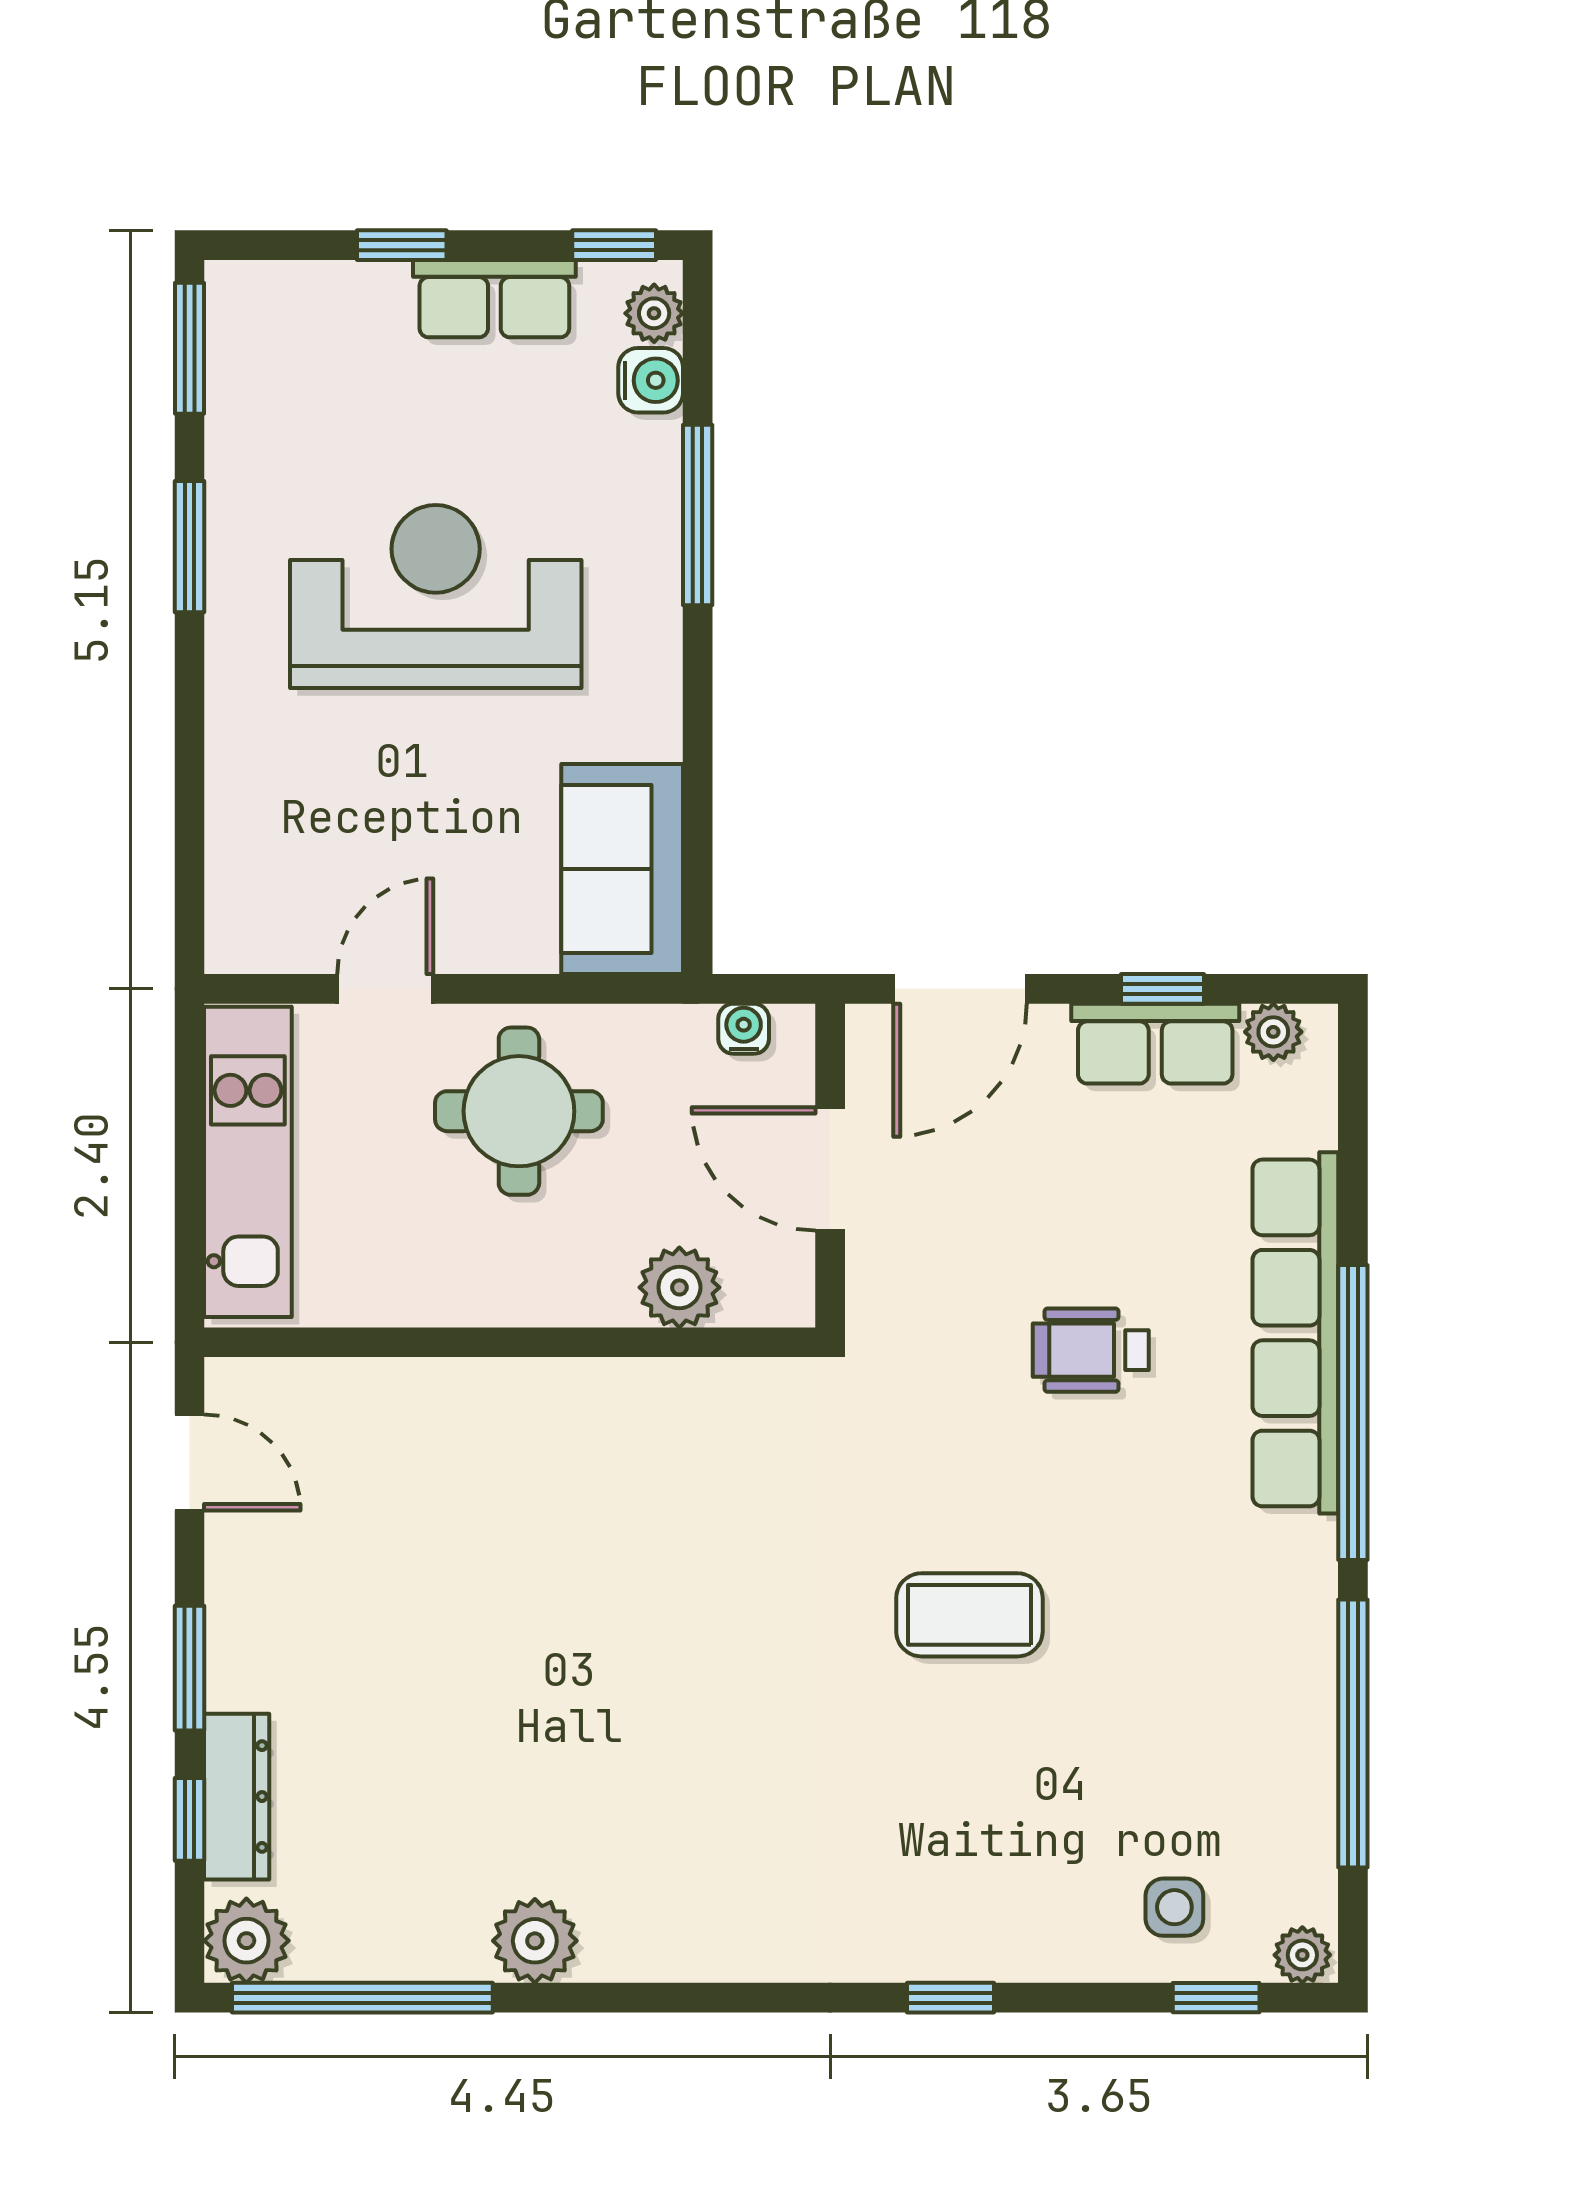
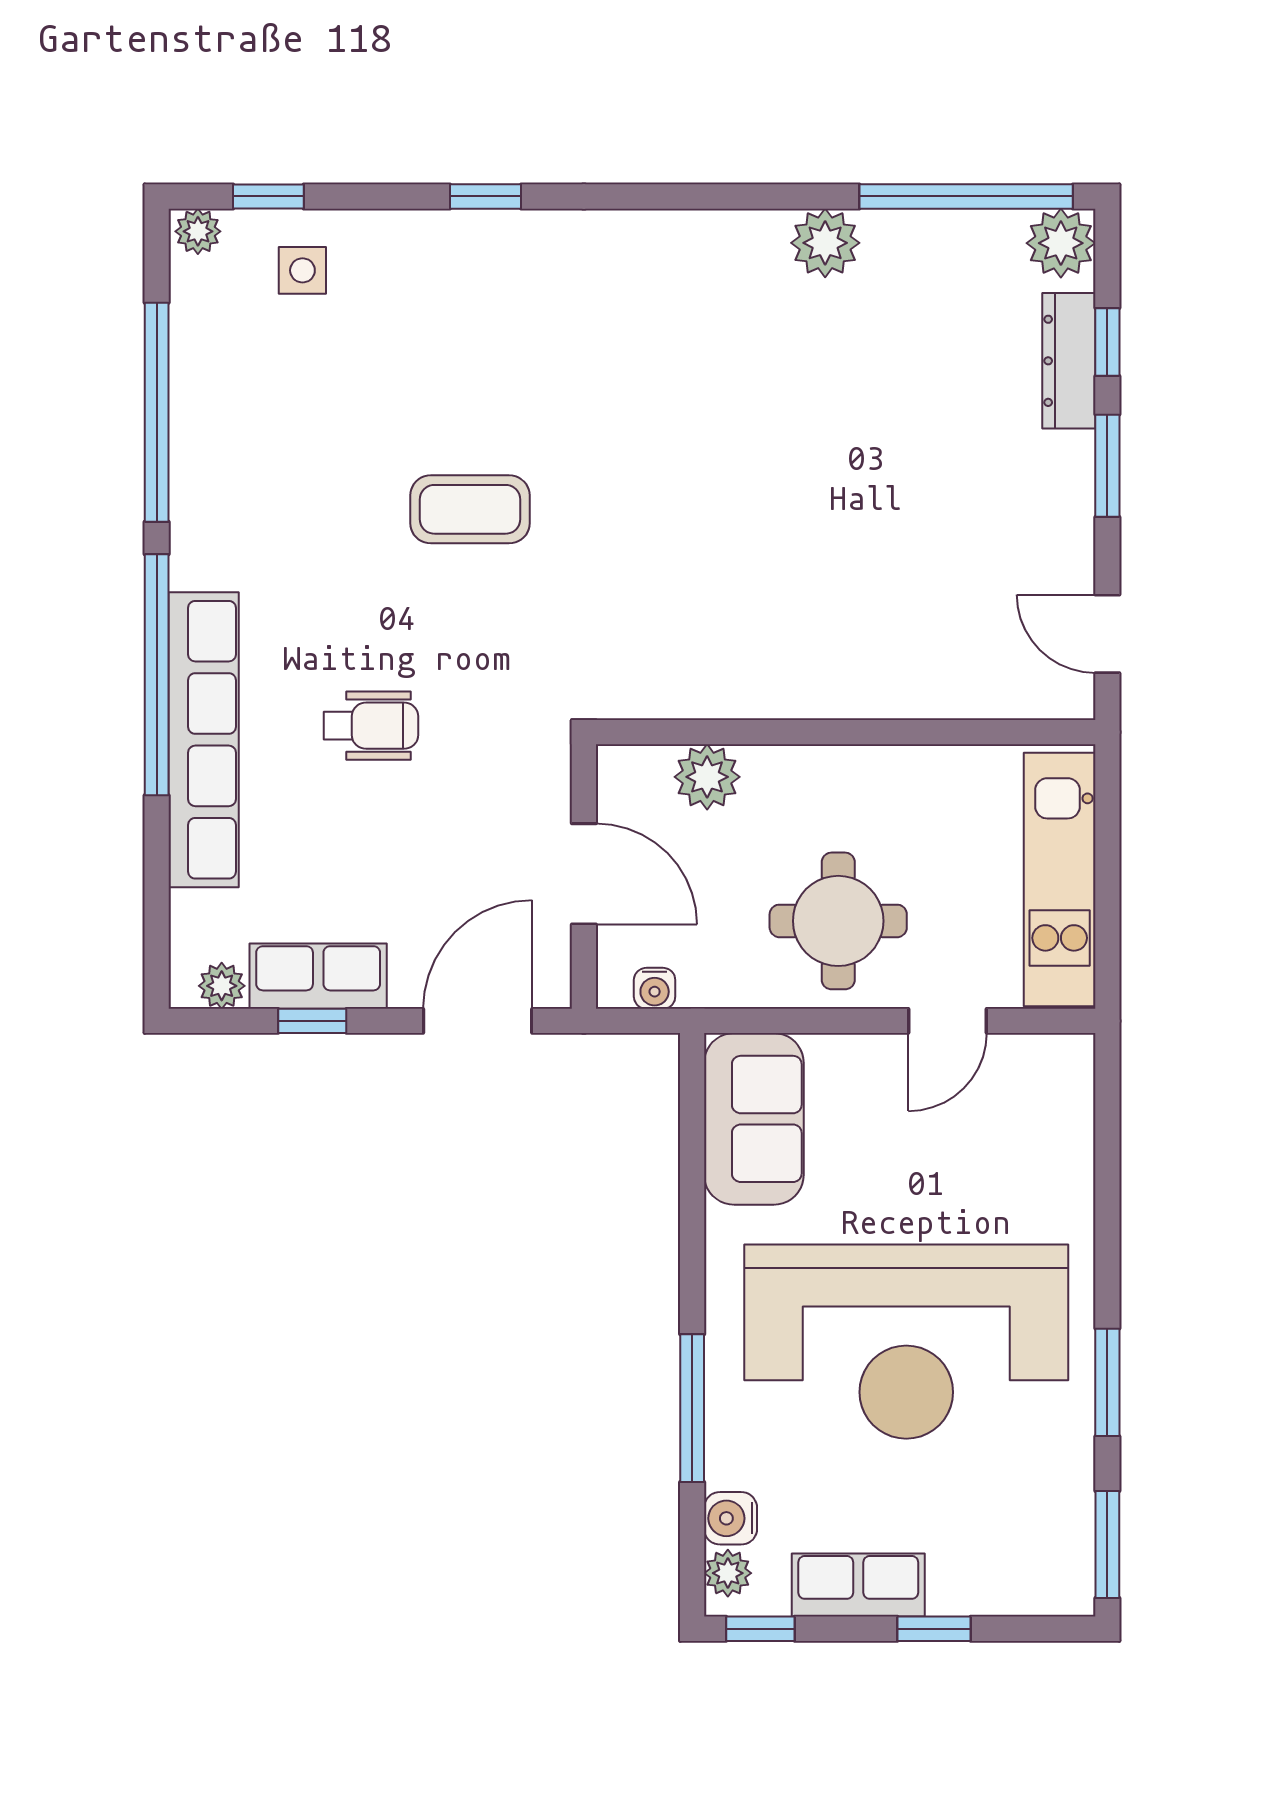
reception desk: (436, 597) -> (906, 1342), width x1.36, depth x1.30

